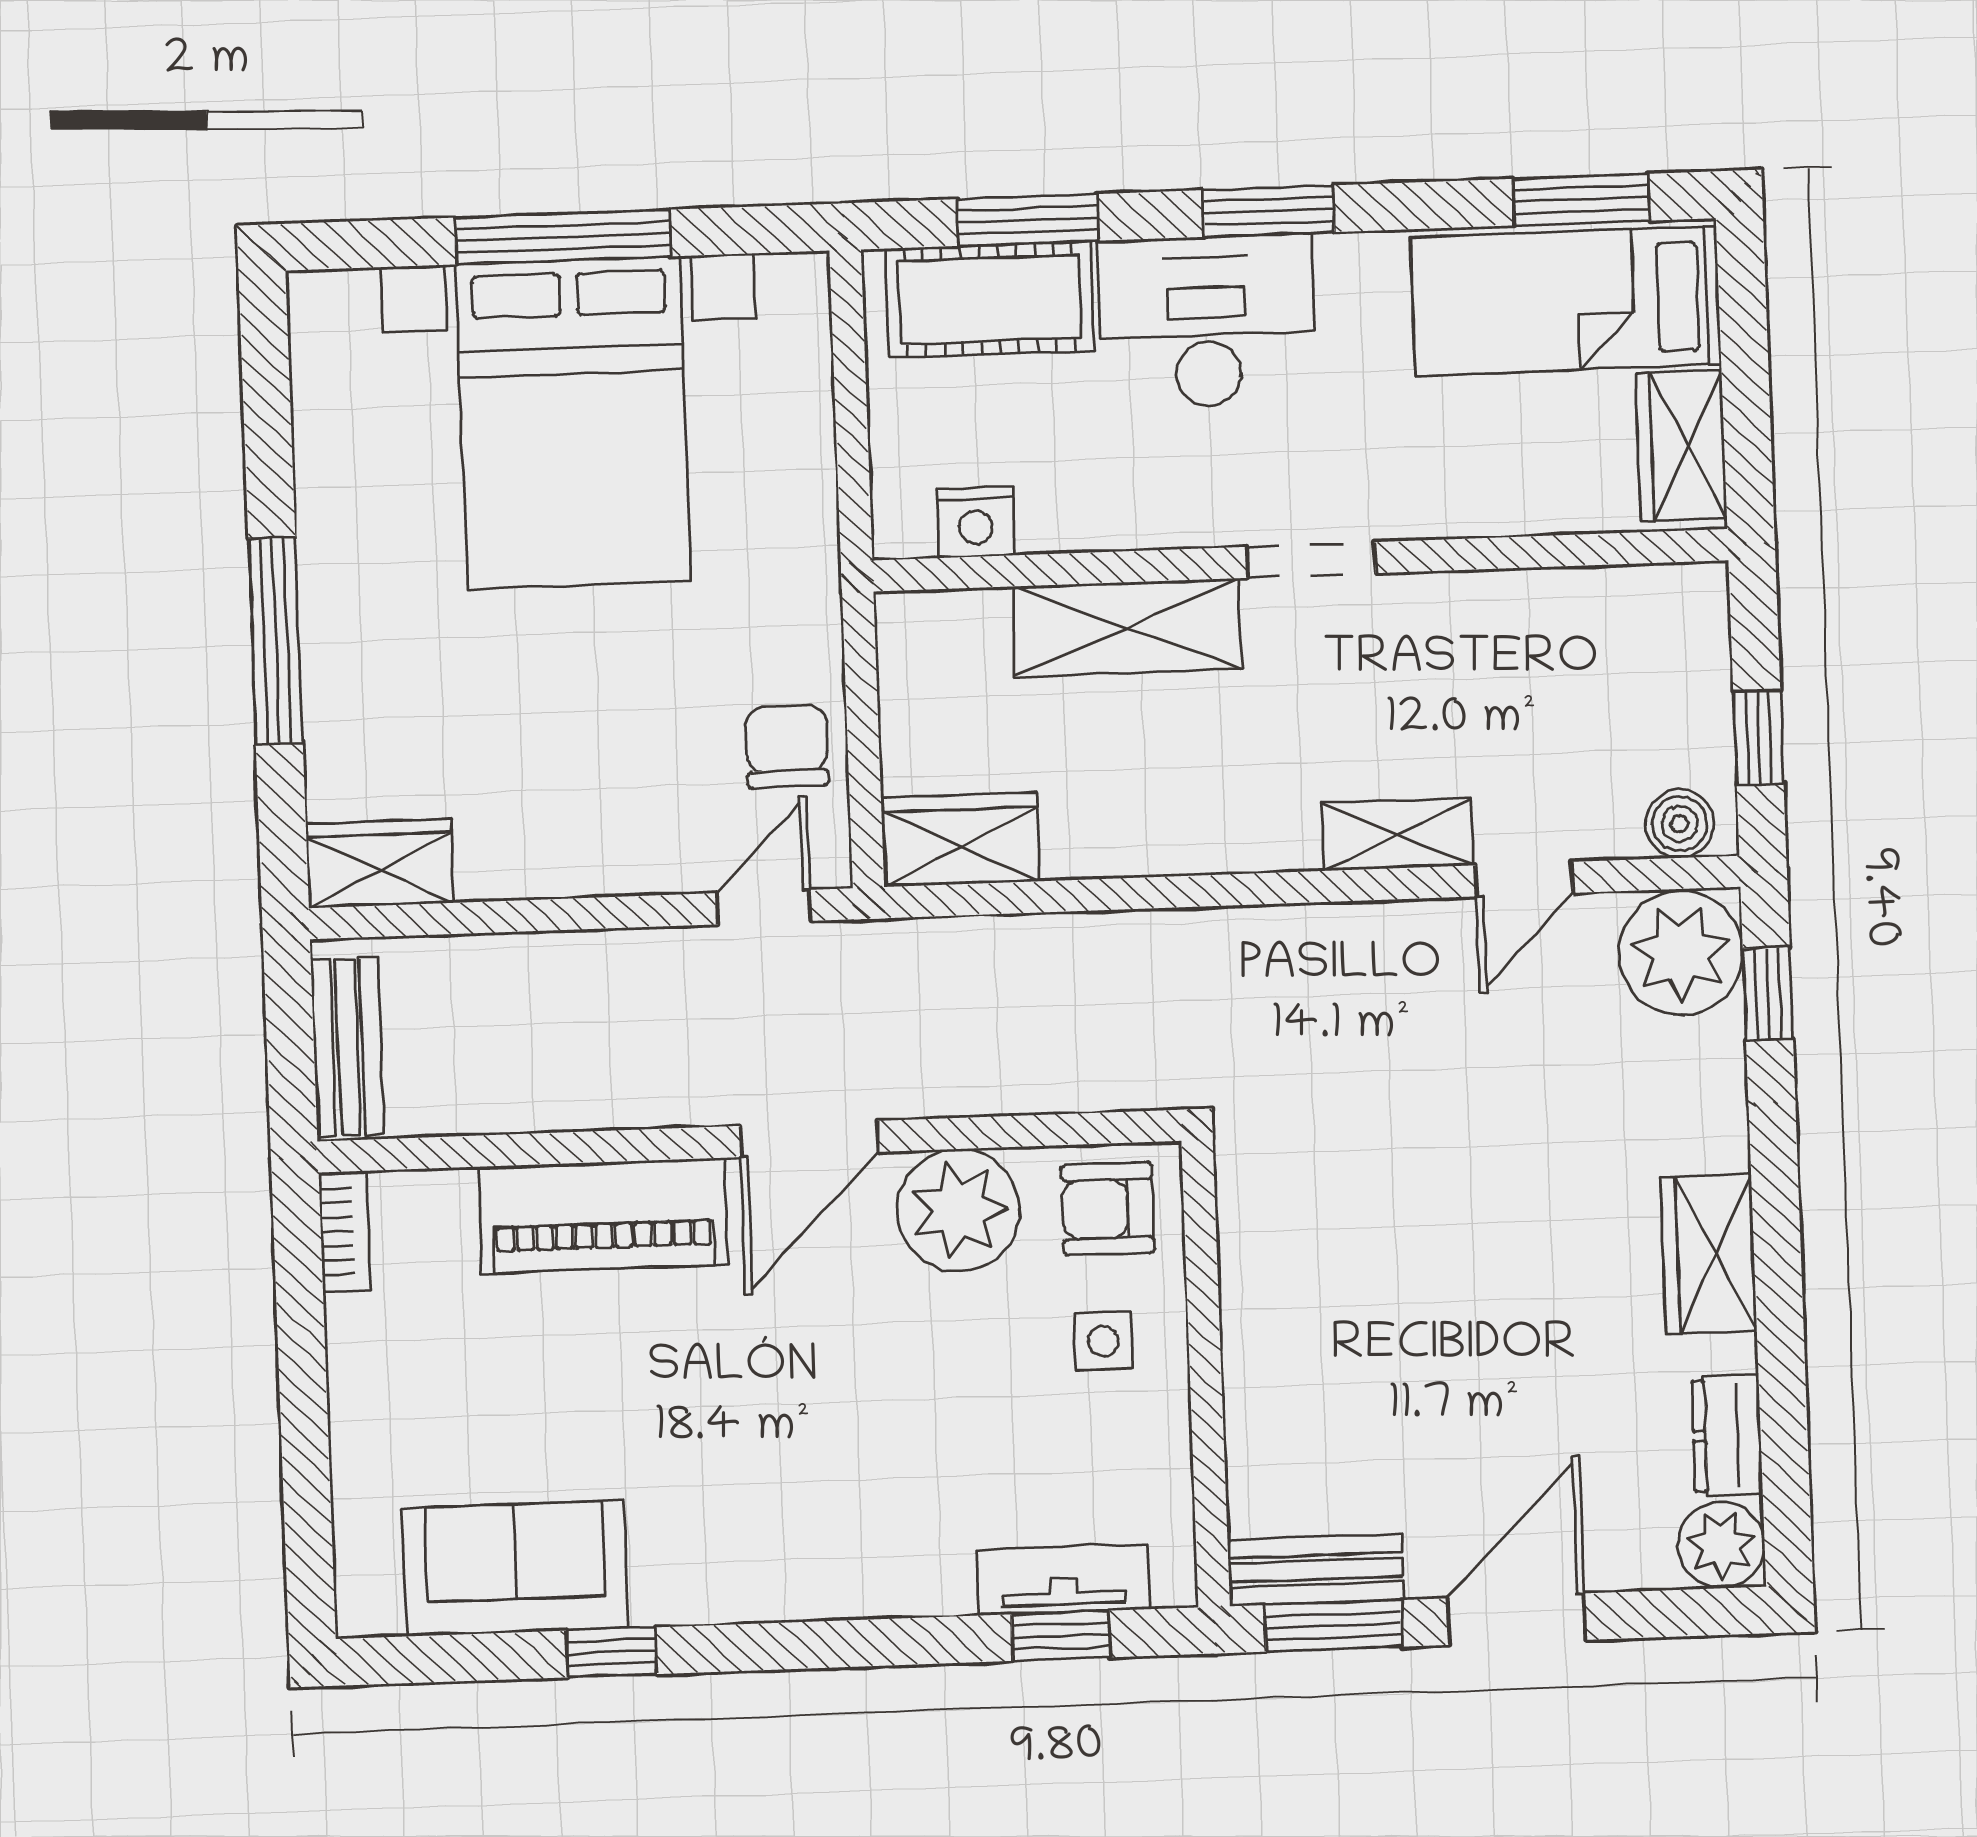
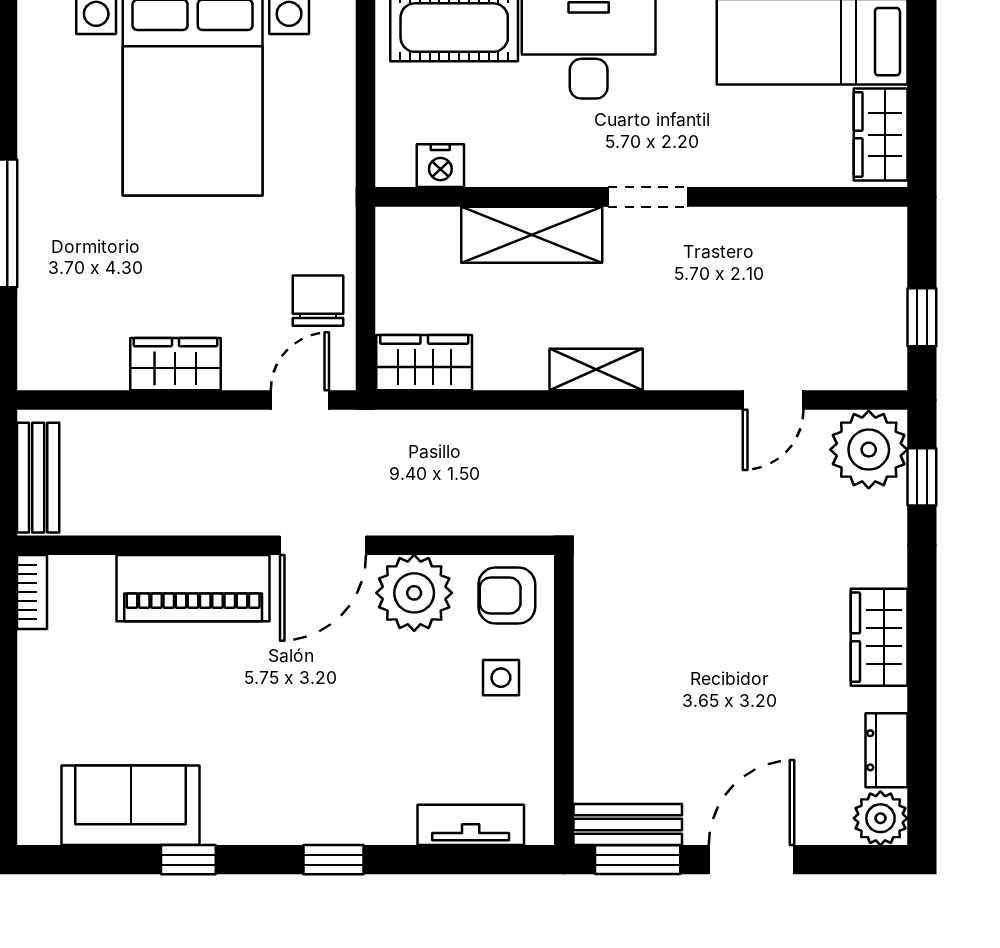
boiler: (1680, 824) -> (871, 369), removed
shelving: (1397, 835) -> (596, 369), moved
wardrobe: (380, 863) -> (175, 364), moved
window: (1061, 1636) -> (333, 860), moved

